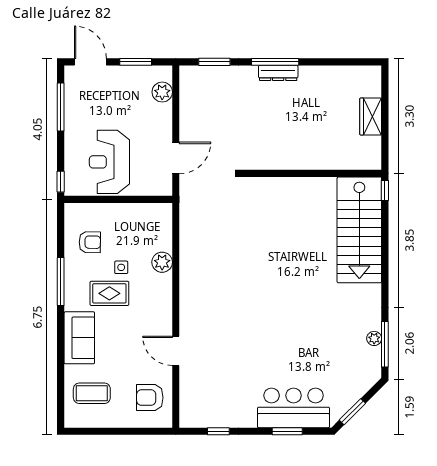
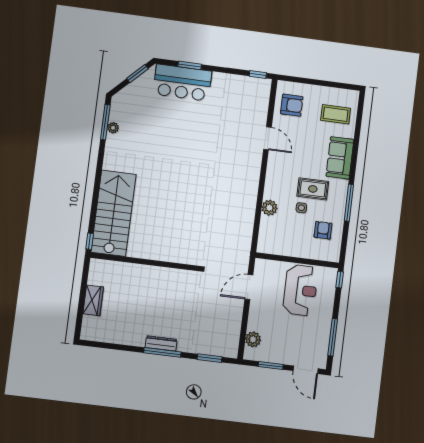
armchair: (90, 242) -> (323, 230), turned 89
window: (218, 431) -> (258, 74), moved

